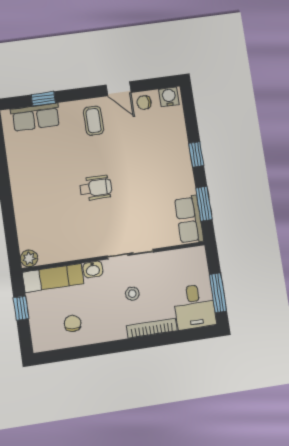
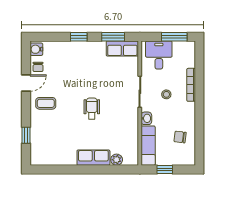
row of seats: (36, 117) -> (93, 158), moved, turned -90
plant: (29, 258) -> (117, 160), moved
desk: (195, 307) -> (159, 55), moved, turned -90

